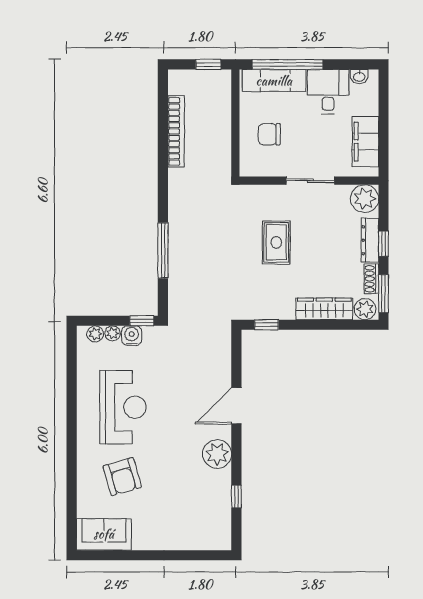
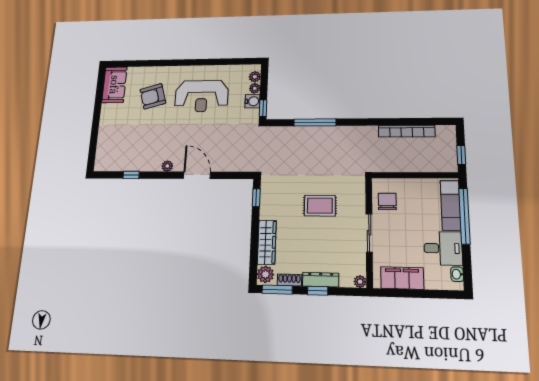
chair: (269, 134) -> (387, 201), moved
plant: (365, 199) -> (360, 282), width x0.53, depth x0.53
plant: (217, 454) -> (167, 166), width x0.53, depth x0.53

